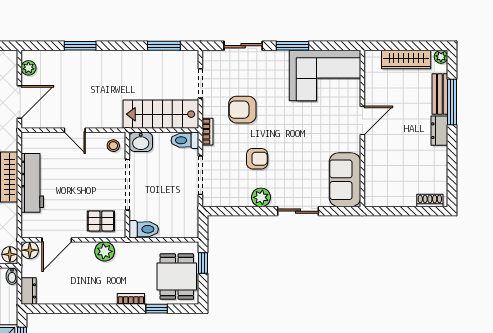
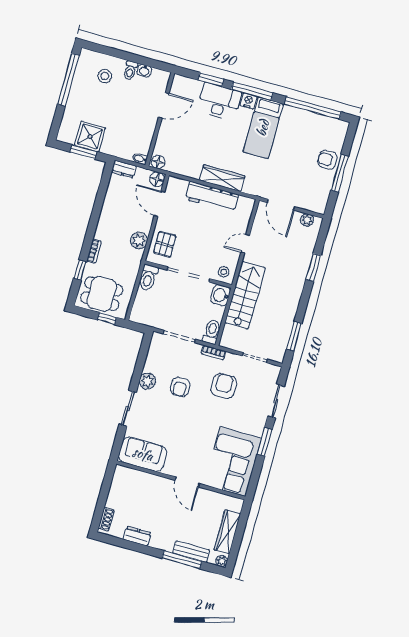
stairs: (161, 114) -> (245, 295), moved
dresser: (439, 131) -> (137, 536), moved

